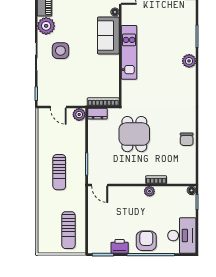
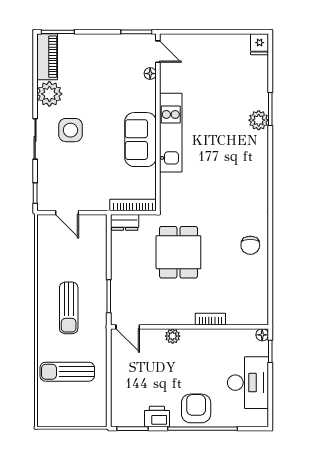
sofa: (108, 36) -> (140, 140), moved
plant: (189, 61) -> (259, 120), moved
plant: (79, 114) -> (98, 224), removed
chair: (187, 139) -> (250, 245), moved
plant: (149, 191) -> (173, 336), moved
sun lounger: (68, 230) -> (67, 372), moved, turned 90
desk: (182, 236) -> (248, 383), moved

